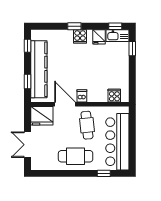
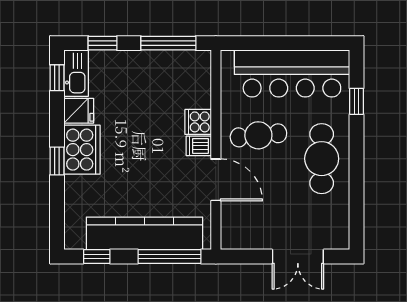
cooker: (80, 36) -> (82, 150), width x1.87, depth x1.31
window: (27, 81) -> (169, 256), width x2.17
window: (132, 81) -> (168, 43), added
cooker: (114, 96) -> (198, 122), moved
door: (65, 104) -> (216, 180), swing flipped
fridge: (42, 116) -> (239, 227), removed

